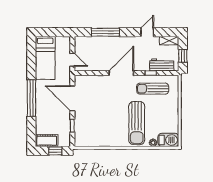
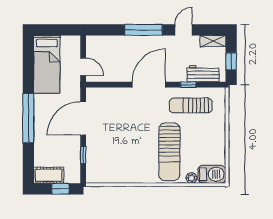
window: (105, 32) -> (144, 30), moved
door: (72, 98) -> (83, 118), hinge flipped

